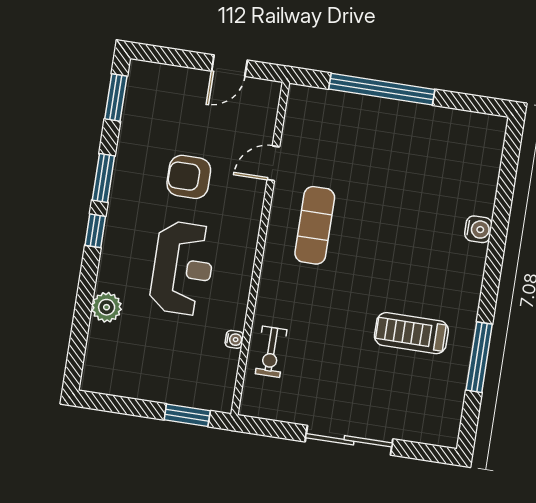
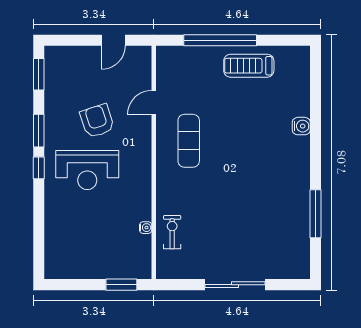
armchair: (189, 177) -> (97, 121), turned 72
reception desk: (183, 268) -> (87, 170), moved, turned 90
plant: (107, 307) -> (55, 219), removed
treadmill: (411, 333) -> (249, 66), moved
exercise bike: (271, 352) -> (172, 232), turned 180

